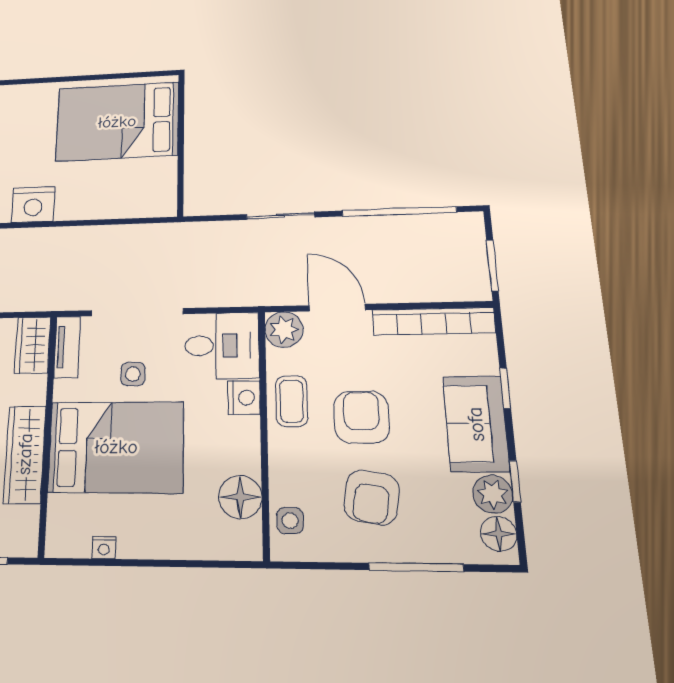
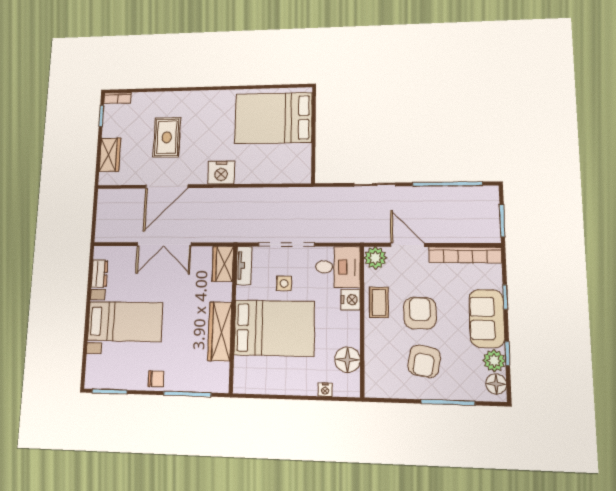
side table: (290, 521) -> (376, 374), removed
nightstand: (104, 548) -> (325, 390), moved

